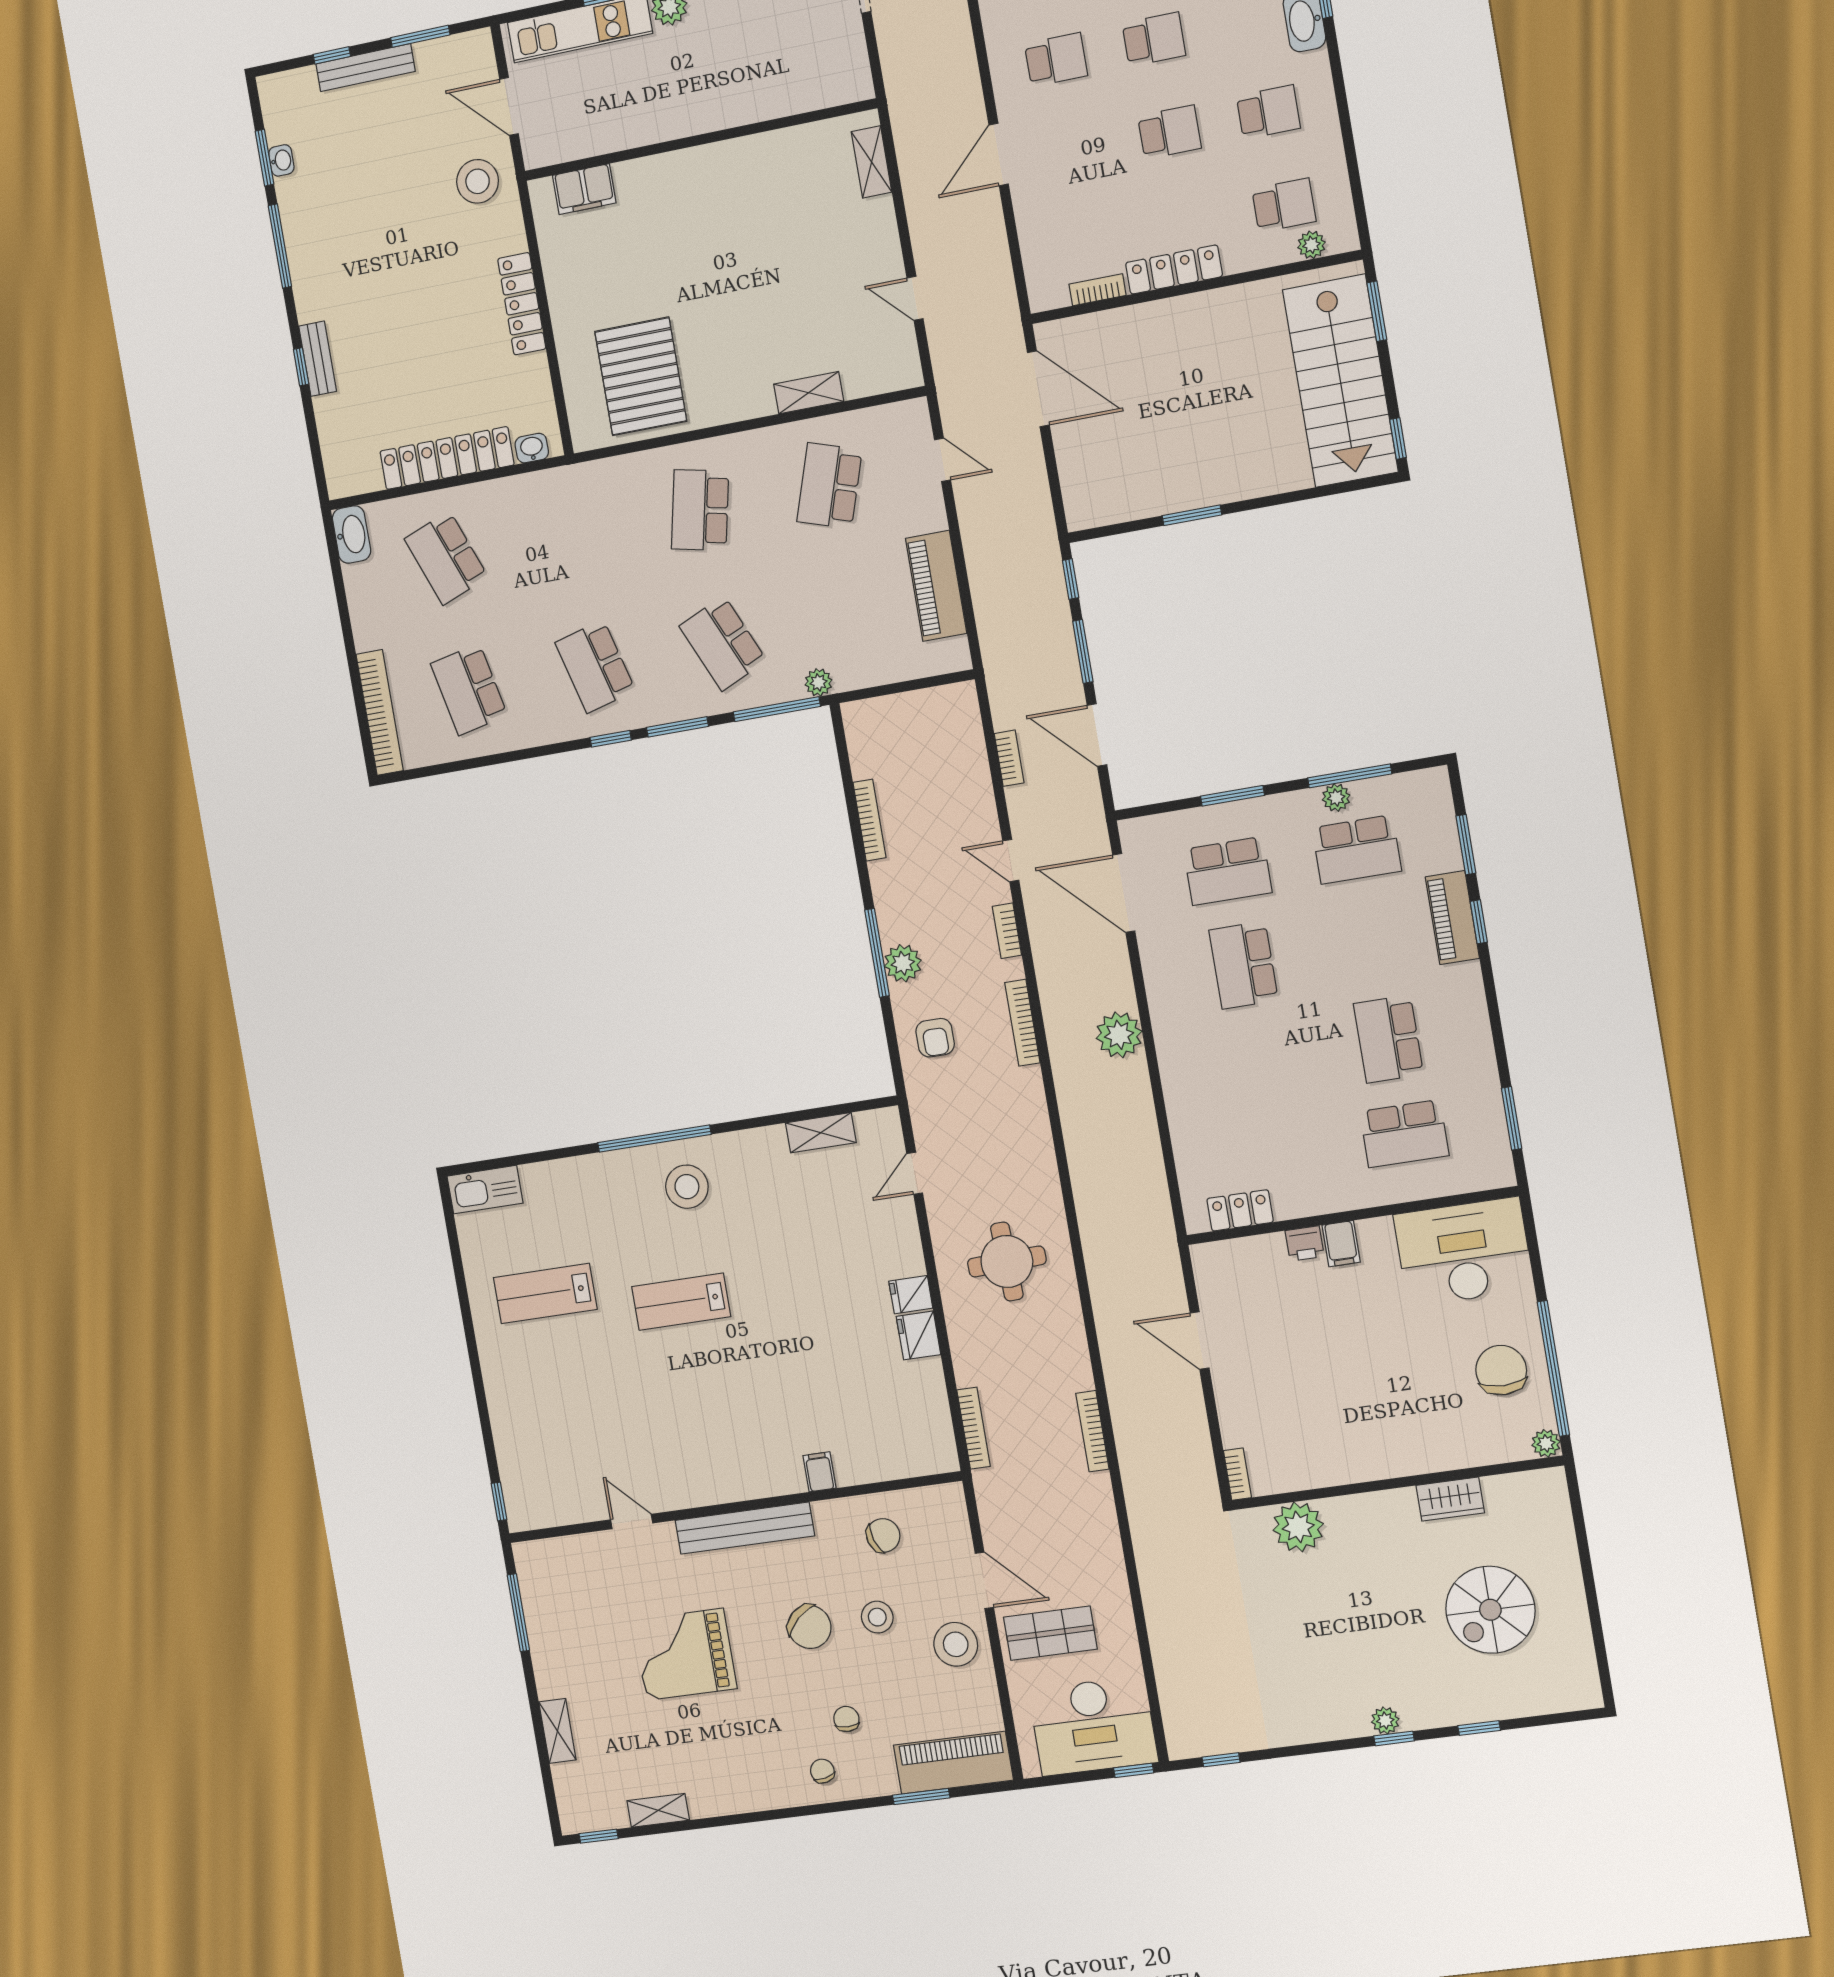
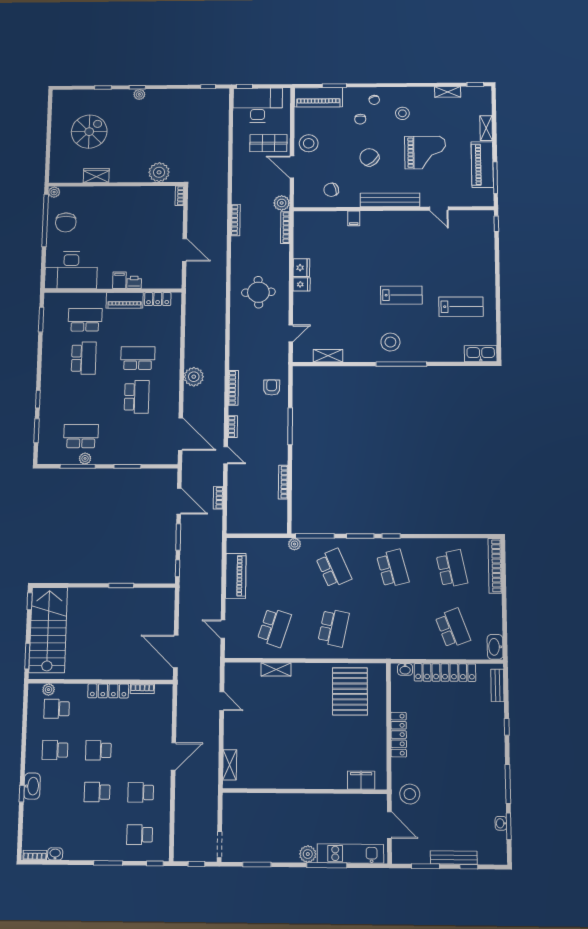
bench: (318, 359) -> (497, 685), moved
school desk: (1228, 871) -> (138, 358), moved
piano: (1452, 918) -> (125, 300), moved, turned 90
plant: (903, 963) -> (282, 203), moved
stool: (877, 1617) -> (402, 113), moved
piano: (552, 1641) -> (482, 165), added

